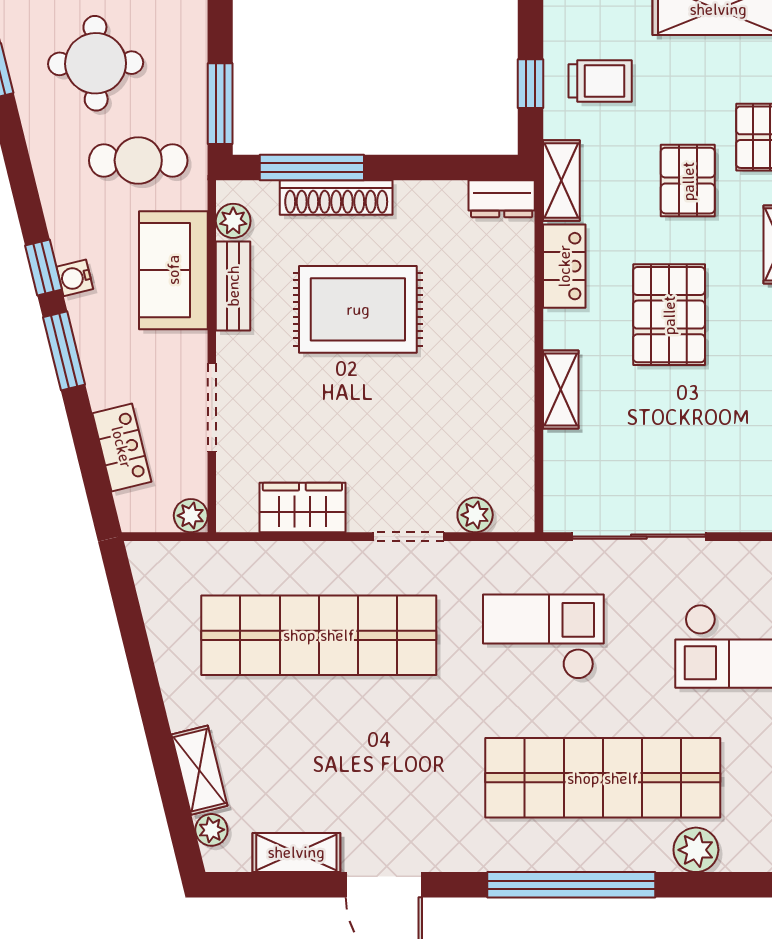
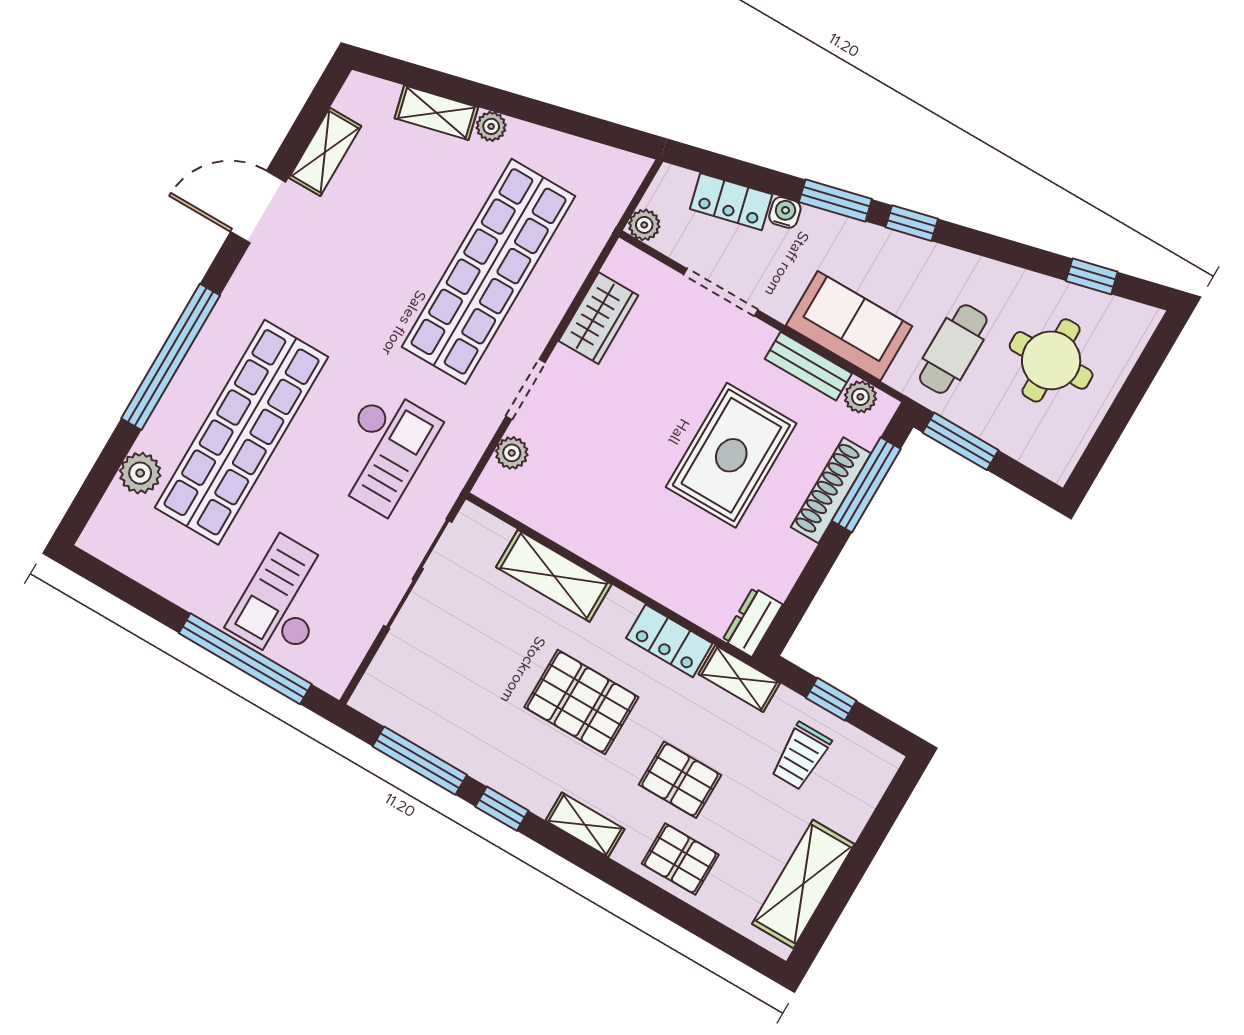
water cooler: (75, 278) -> (785, 212), moved
shelving: (561, 389) -> (554, 576), width x1.50, depth x1.33
plant: (211, 830) -> (491, 126), moved

